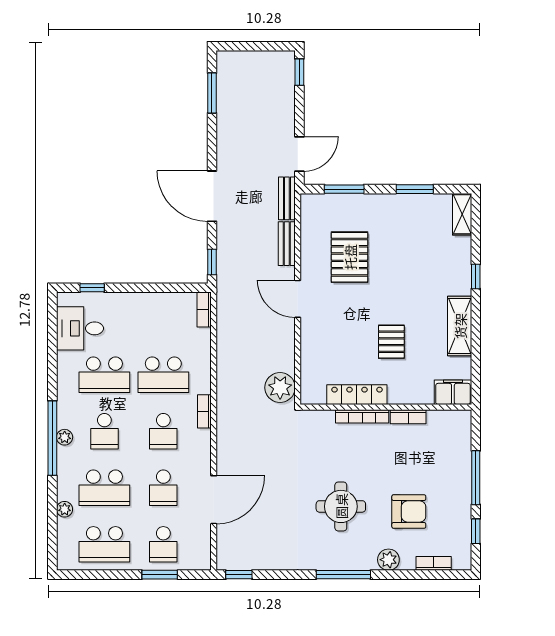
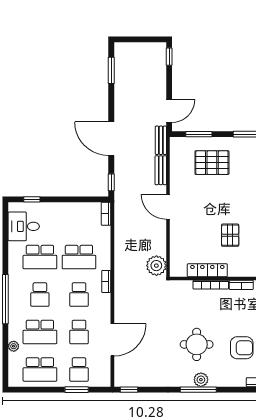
pallet: (350, 257) -> (212, 163), moved, turned 90
plant: (65, 437) -> (14, 298), removed
plant: (388, 560) -> (201, 380), moved

